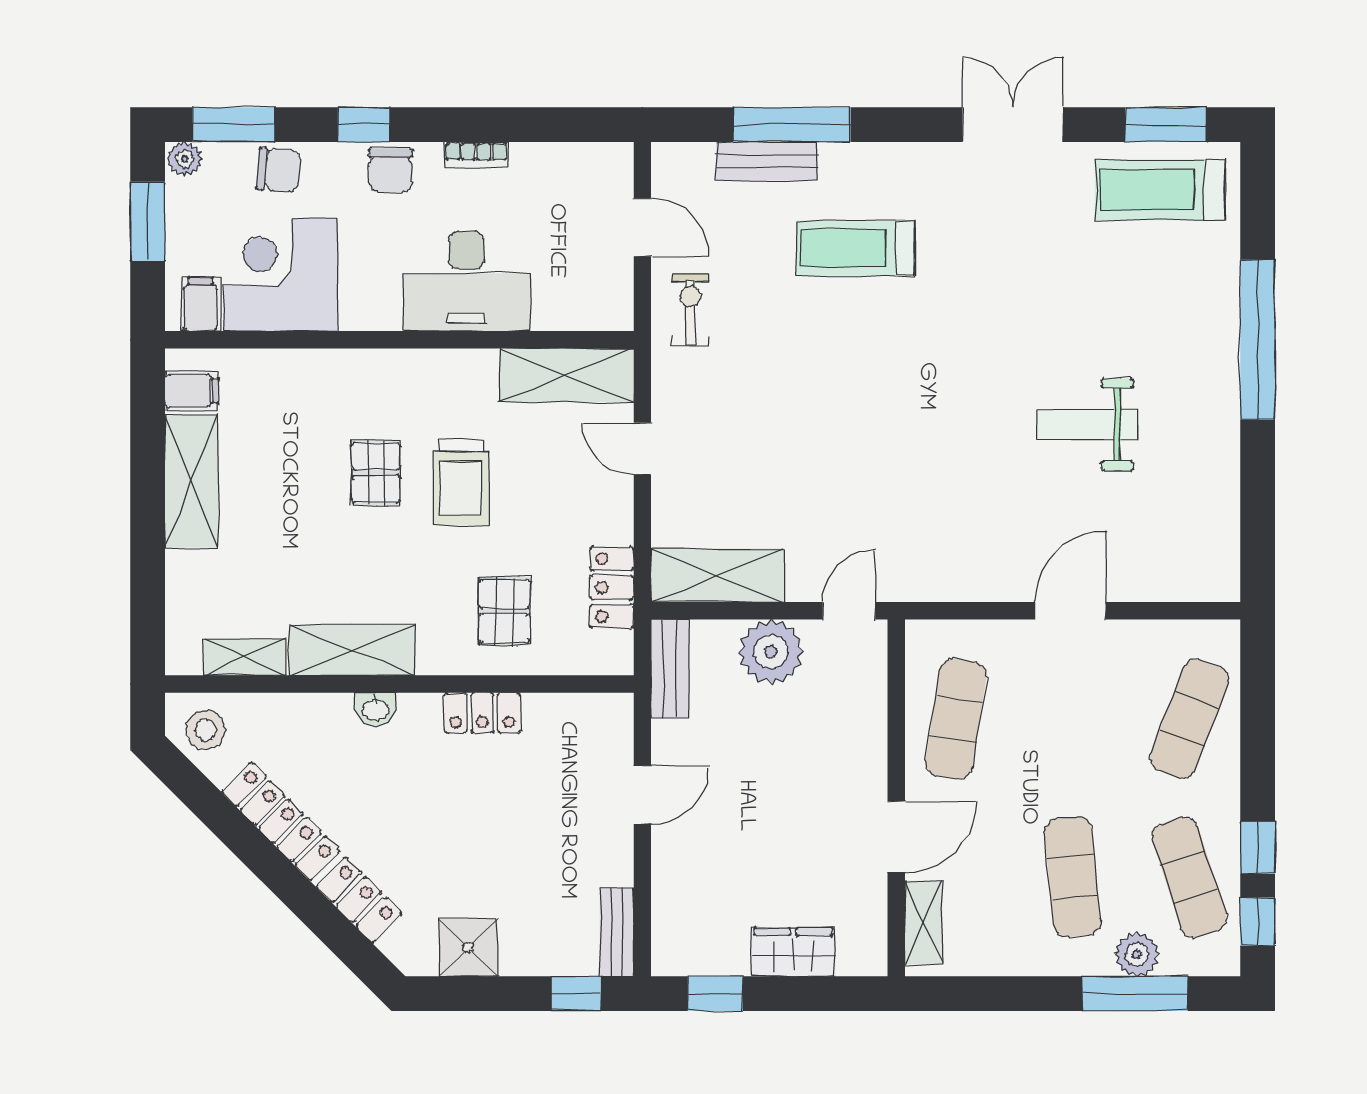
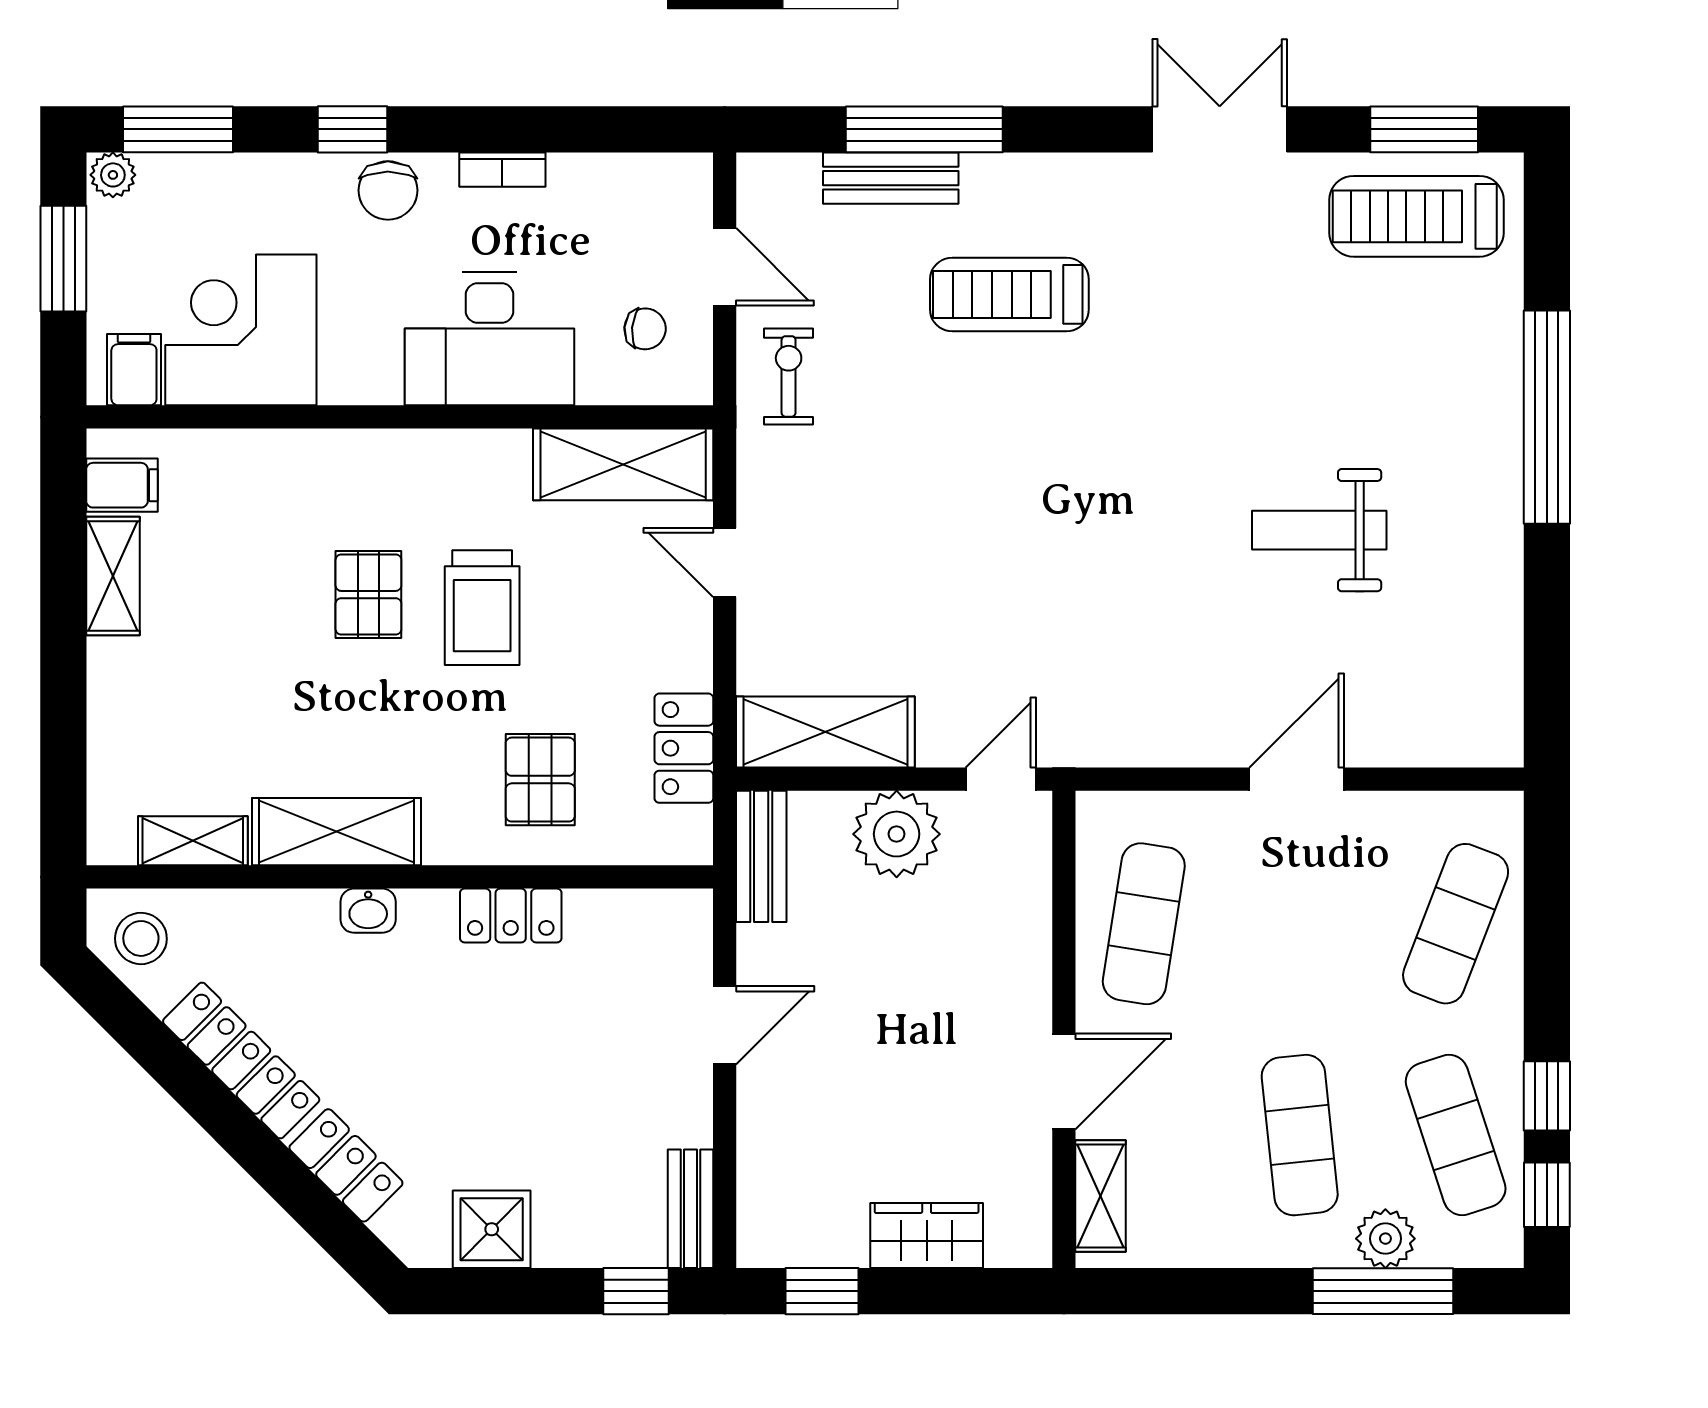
chair: (279, 170) -> (645, 329), moved, width x0.73, depth x0.73
shelving: (191, 481) -> (113, 576), width x0.67, depth x0.75

